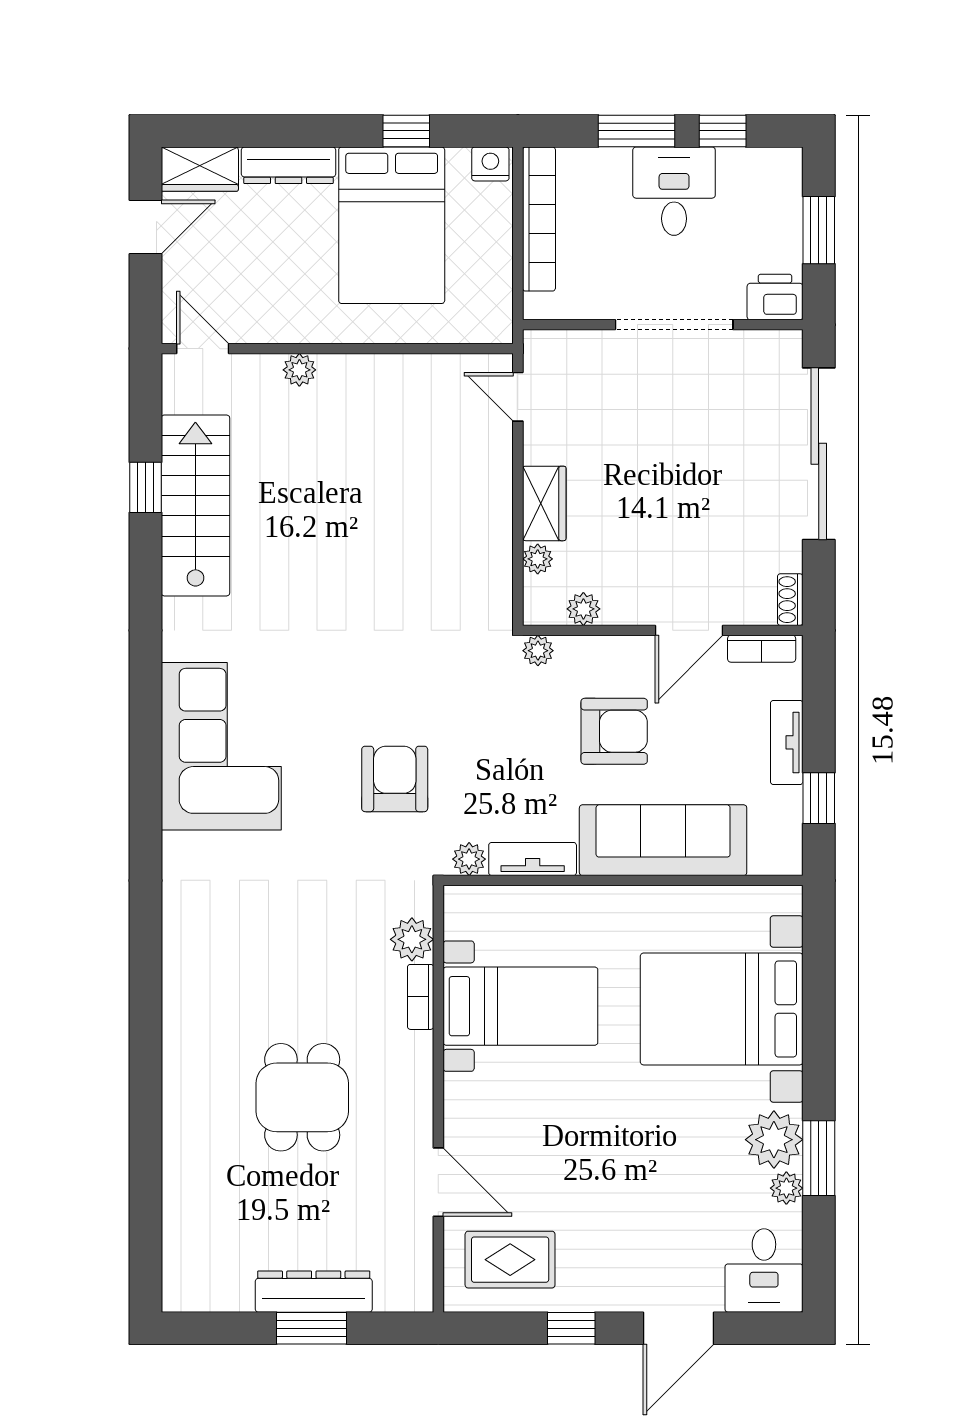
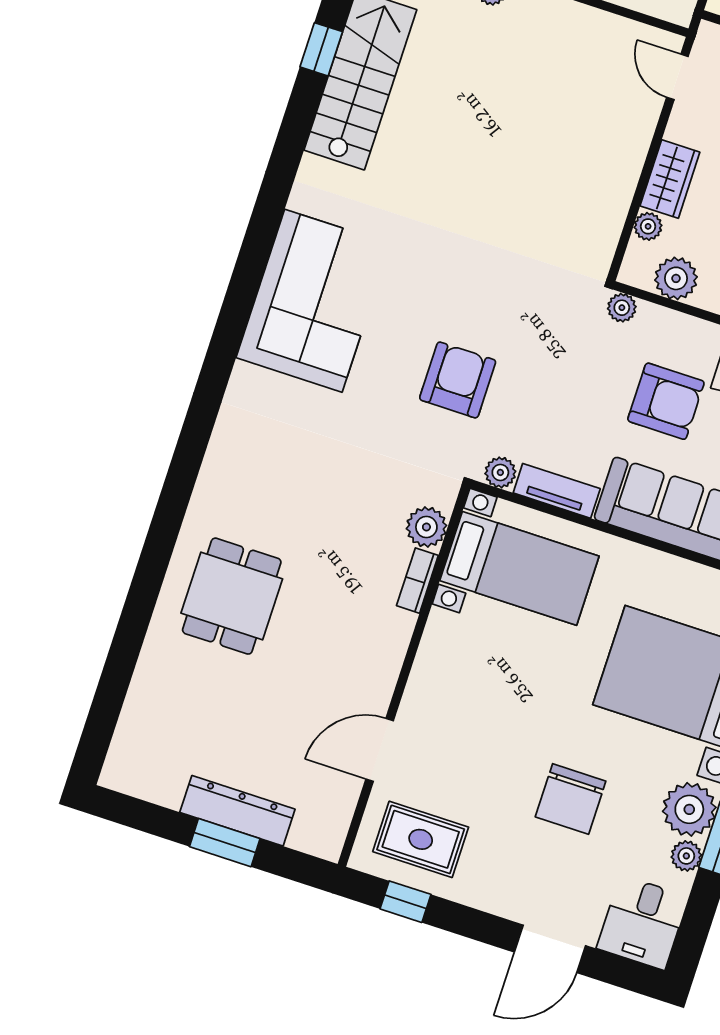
plant: (583, 609) -> (676, 278), width x1.38, depth x1.38
bed with nightstands: (520, 1006) -> (519, 568), moved
dining table: (302, 1097) -> (232, 596), moved
chair: (649, 1169) -> (571, 799), added
door: (438, 1182) -> (380, 750), swing flipped
window: (571, 1328) -> (406, 902), moved

